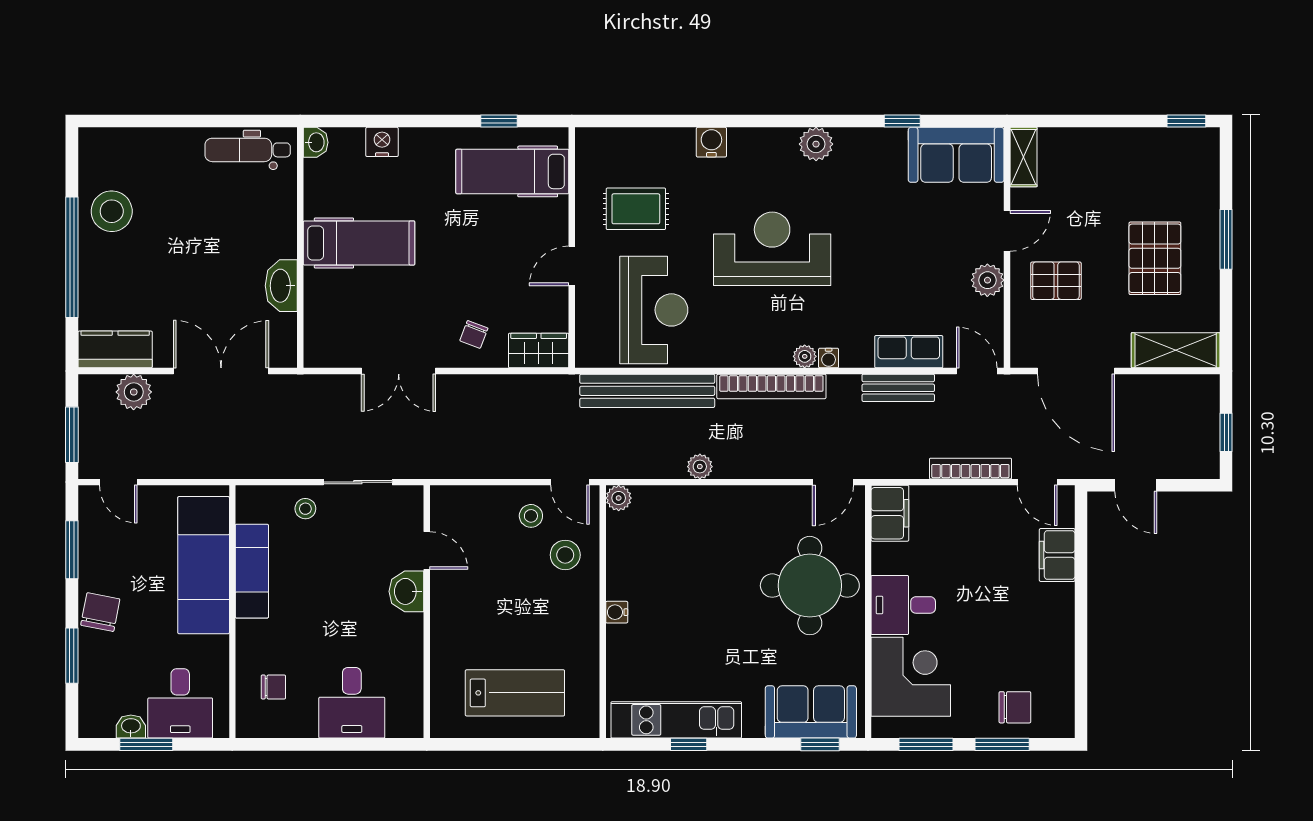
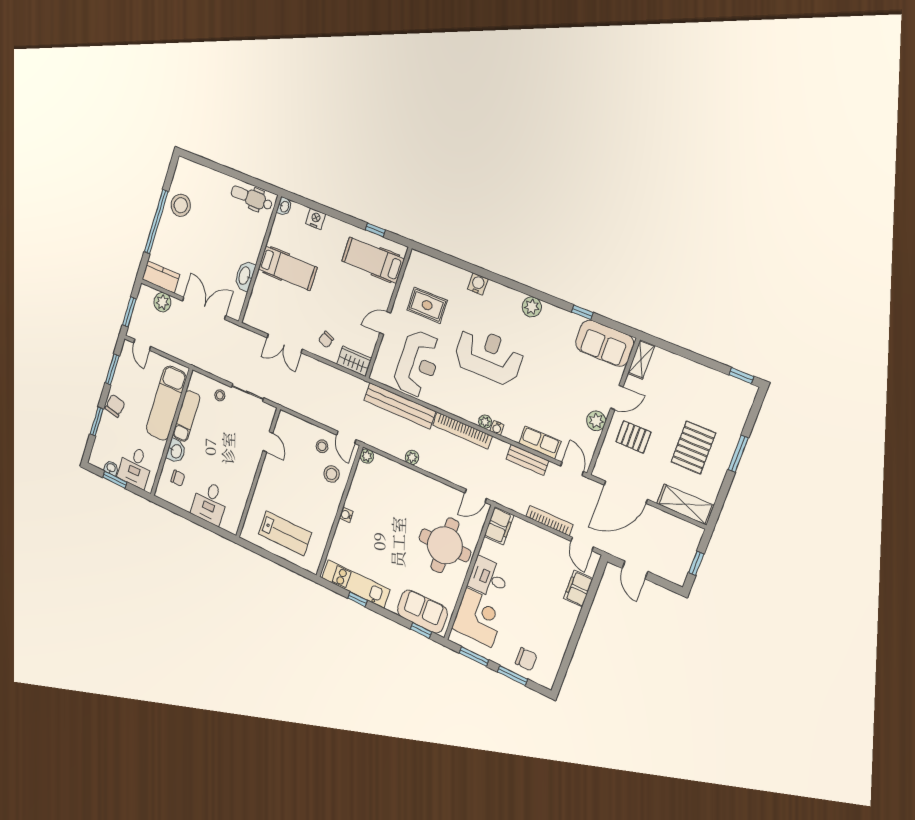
door: (1076, 371) -> (626, 492), hinge flipped
washbasin: (406, 591) -> (176, 451), moved, turned 180

